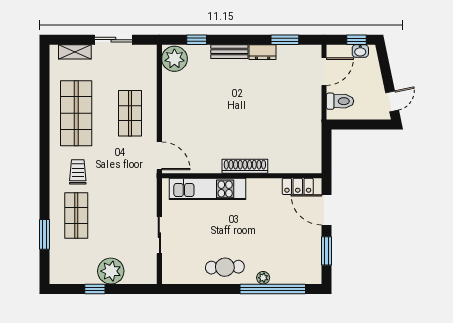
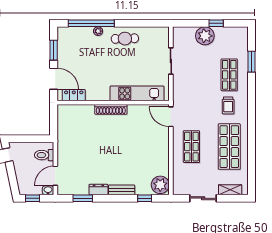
washbasin: (360, 51) -> (48, 190), moved

